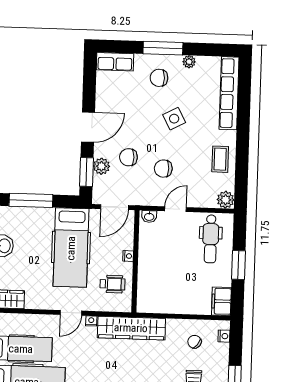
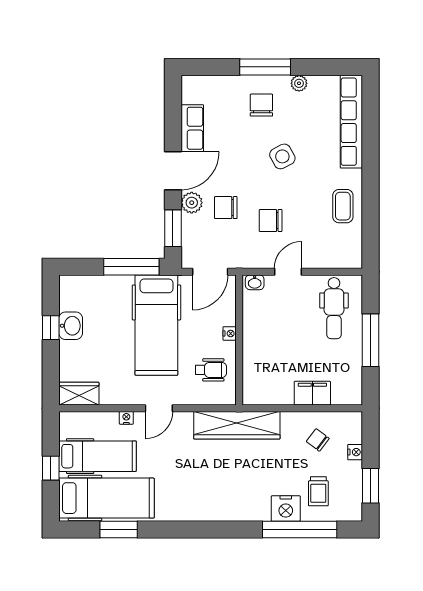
row of seats: (115, 62) -> (192, 128), moved, turned -90
chair: (159, 78) -> (261, 105), turned 90
plant: (101, 166) -> (192, 203), moved
window: (31, 200) -> (131, 267), moved
plant: (225, 200) -> (351, 258), removed
window: (238, 265) -> (371, 340), width x1.44
filing cabinet: (221, 301) -> (312, 393), moved, turned 90
nightstand: (91, 321) -> (126, 418), moved
nightstand: (224, 336) -> (355, 452), moved

